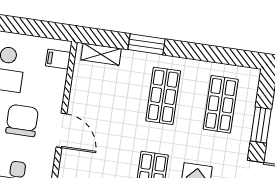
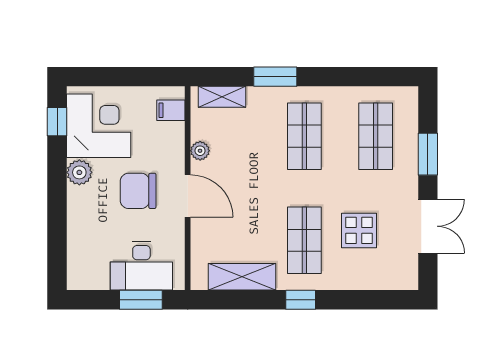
plant: (77, 95) -> (200, 151), added
chair: (22, 120) -> (138, 191), turned -90

